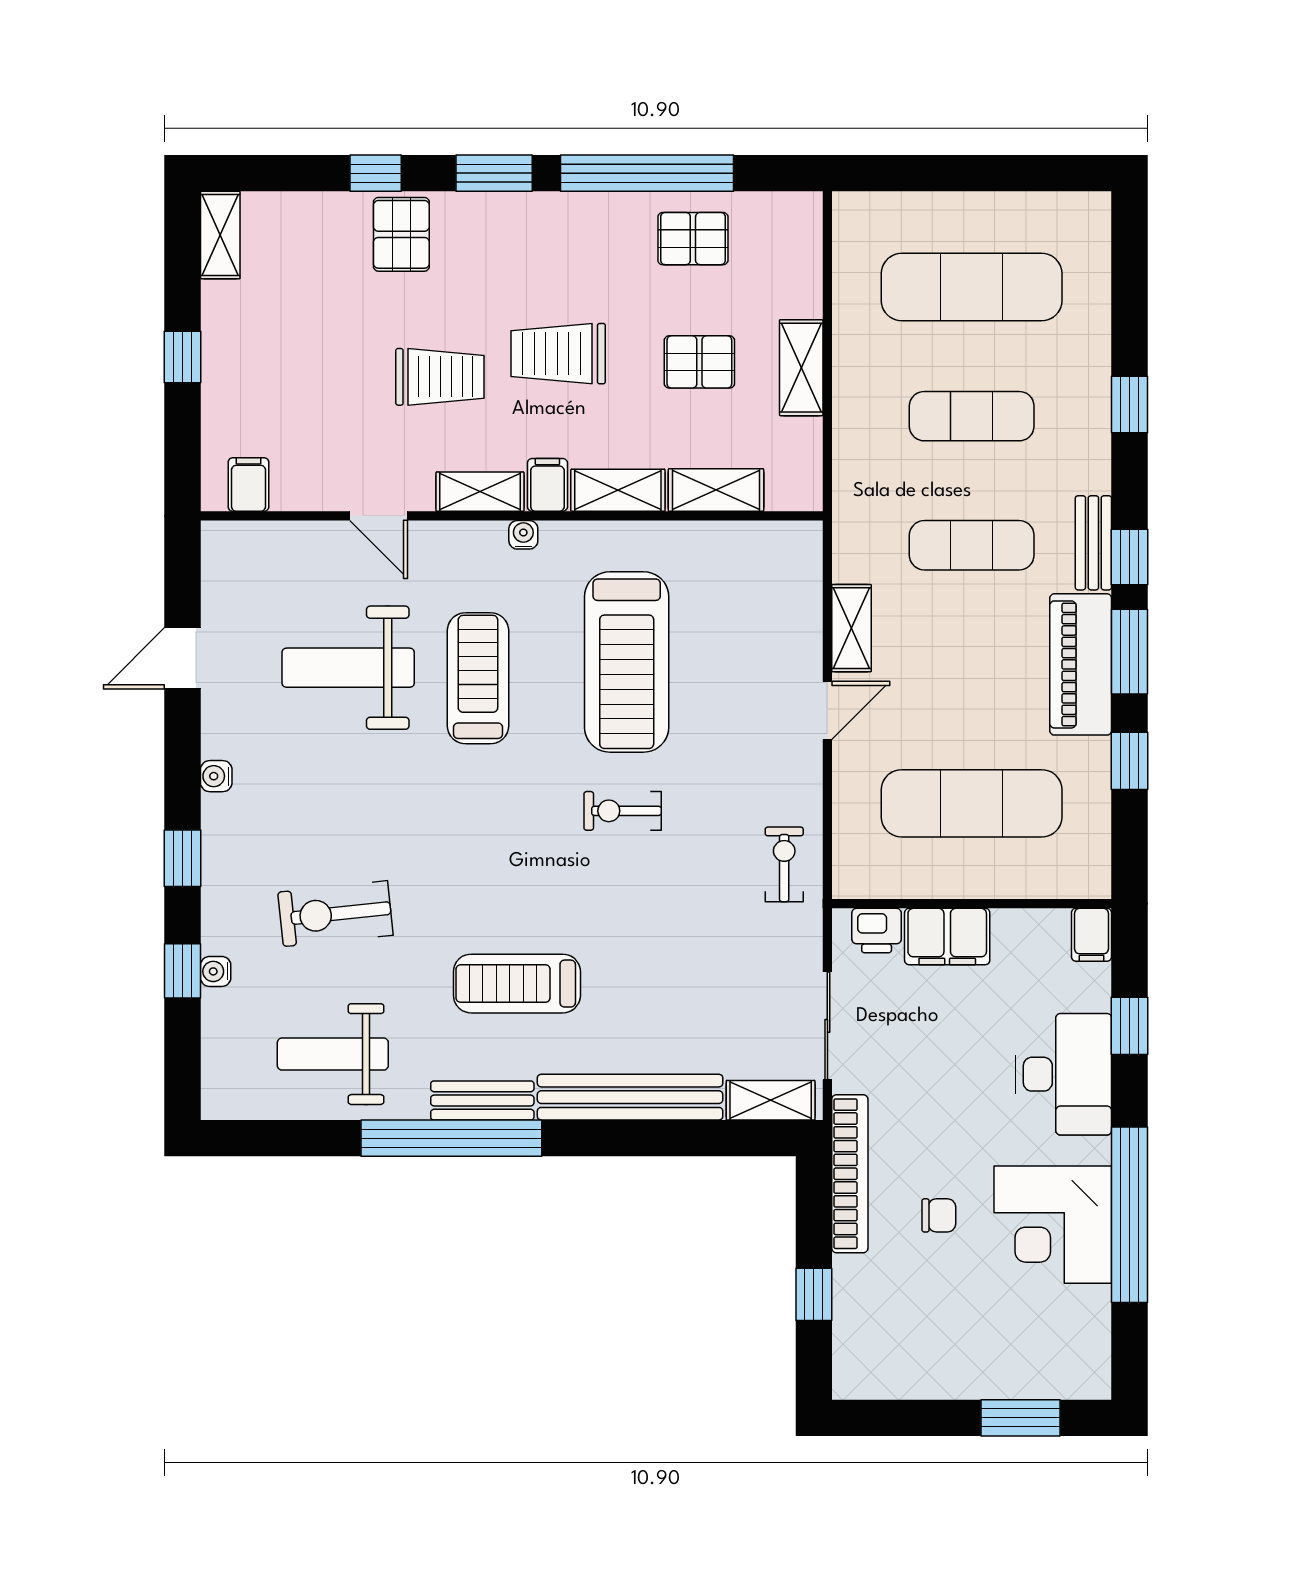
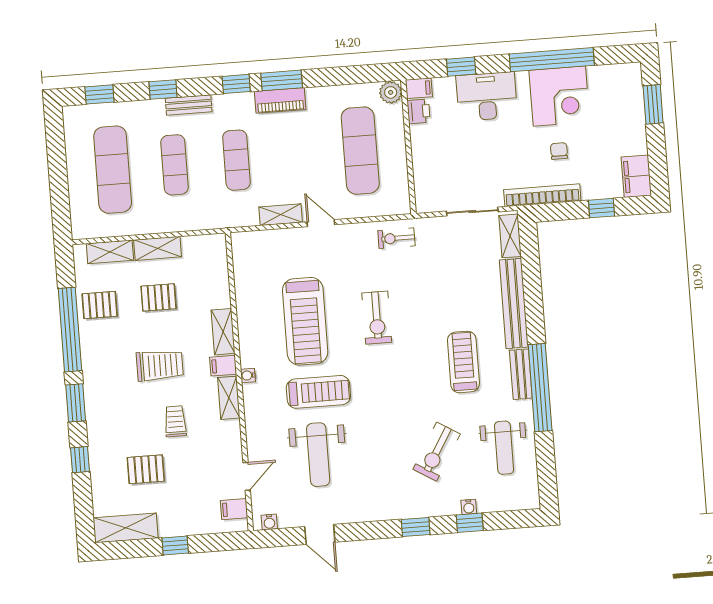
pallet: (401, 234) -> (146, 469), moved
shelving: (220, 235) -> (126, 528), width x1.50, depth x1.33
pallet: (693, 239) -> (100, 305), turned 90
trolley: (558, 354) -> (160, 365), turned -90
pallet: (699, 362) -> (159, 297), turned 90
trolley: (440, 377) -> (175, 421), width x0.73, depth x0.72
shelving: (716, 490) -> (110, 252), moved, turned 90
door: (379, 516) -> (247, 476), moved
bench: (1093, 543) -> (189, 105), moved
treadmill: (627, 662) -> (305, 321), turned 90
piano: (1081, 664) -> (280, 100), width x0.73, depth x0.75
treadmill: (478, 678) -> (318, 392), turned 180
window: (1129, 761) -> (99, 94), moved
water cooler: (216, 776) -> (269, 522), moved
exercise bike: (623, 811) -> (377, 318), width x1.38, depth x1.39
plant: (1087, 876) -> (391, 92), added
exercise bike: (335, 914) -> (437, 452), turned 37
printer: (877, 931) -> (419, 111), moved
filing cabinet: (947, 937) -> (636, 176), moved, turned 180
treadmill: (517, 984) -> (463, 362), turned 180

